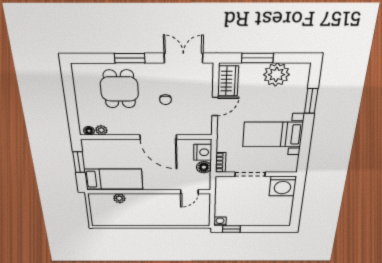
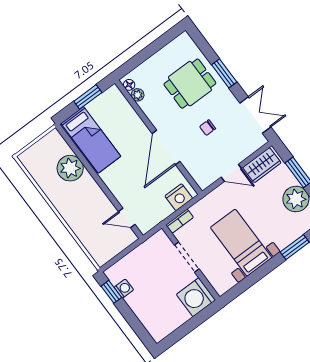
floor lamp: (204, 167) -> (164, 210), removed
plant: (119, 198) -> (70, 168), width x1.88, depth x1.88
washing machine: (220, 221) -> (124, 289), moved

